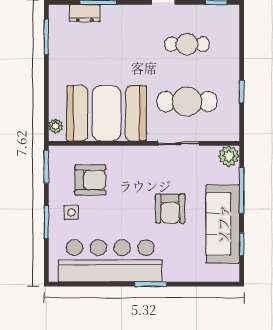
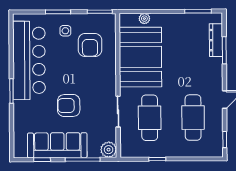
dresser: (85, 13) -> (216, 40), width x1.44
cafe table: (187, 44) -> (193, 118), width x1.37, depth x1.35
plant: (56, 126) -> (144, 19), moved

